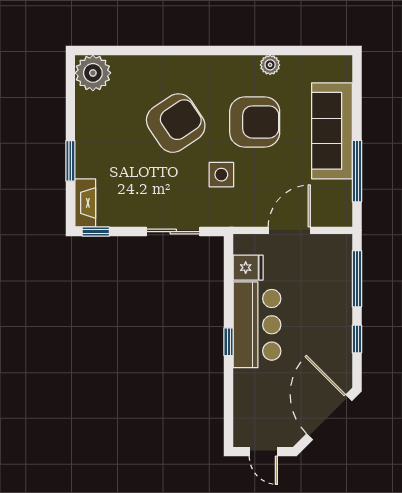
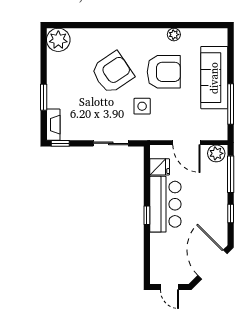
door: (289, 230) -> (186, 143), swing flipped
plant: (335, 247) -> (216, 153), added

